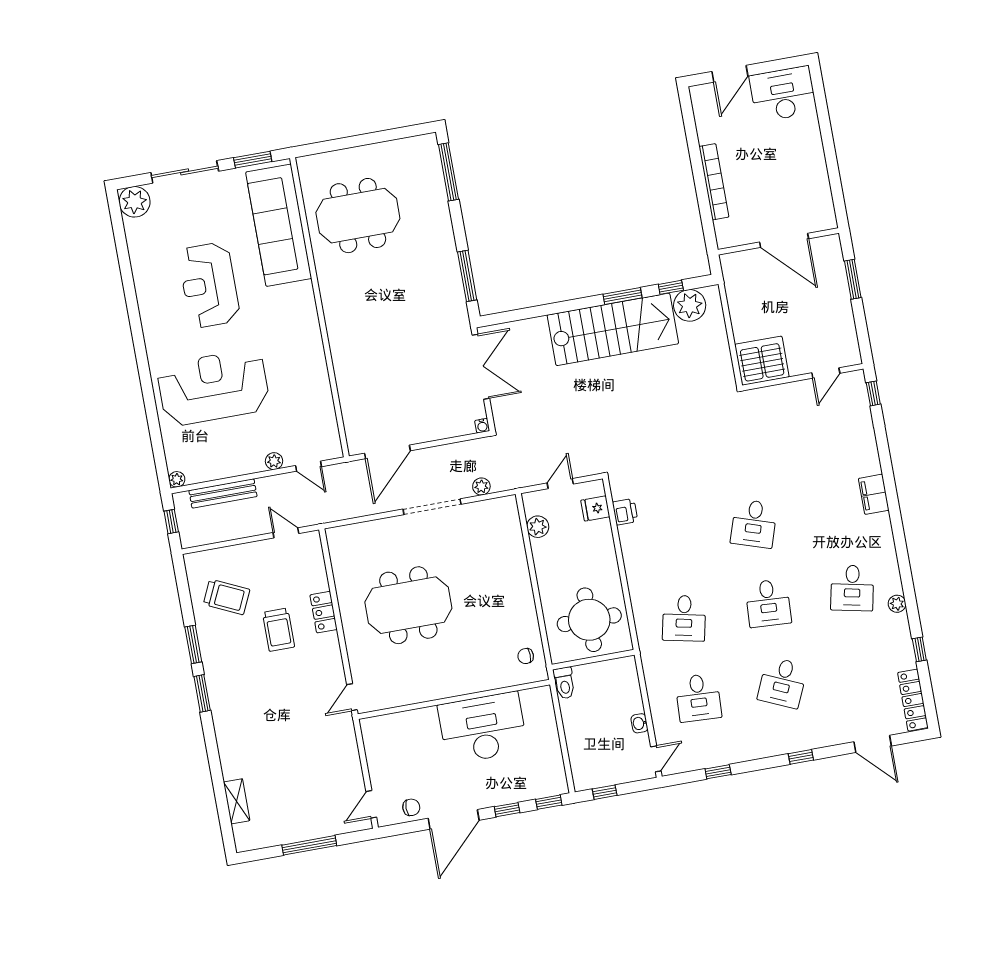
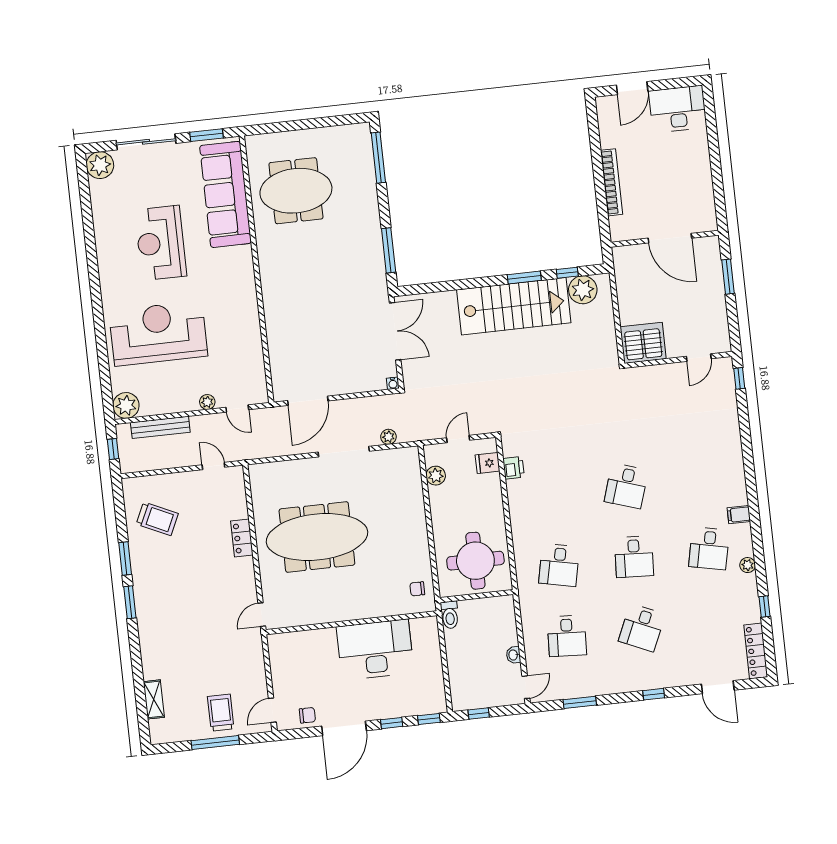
plant: (177, 479) -> (126, 405), width x1.87, depth x1.87
filing cabinet: (874, 494) -> (739, 515), moved, width x0.50
meeting table: (408, 605) -> (317, 537), width x1.36
trolley: (278, 630) -> (221, 713), moved, turned 180
window: (718, 772) -> (580, 702), width x1.50

